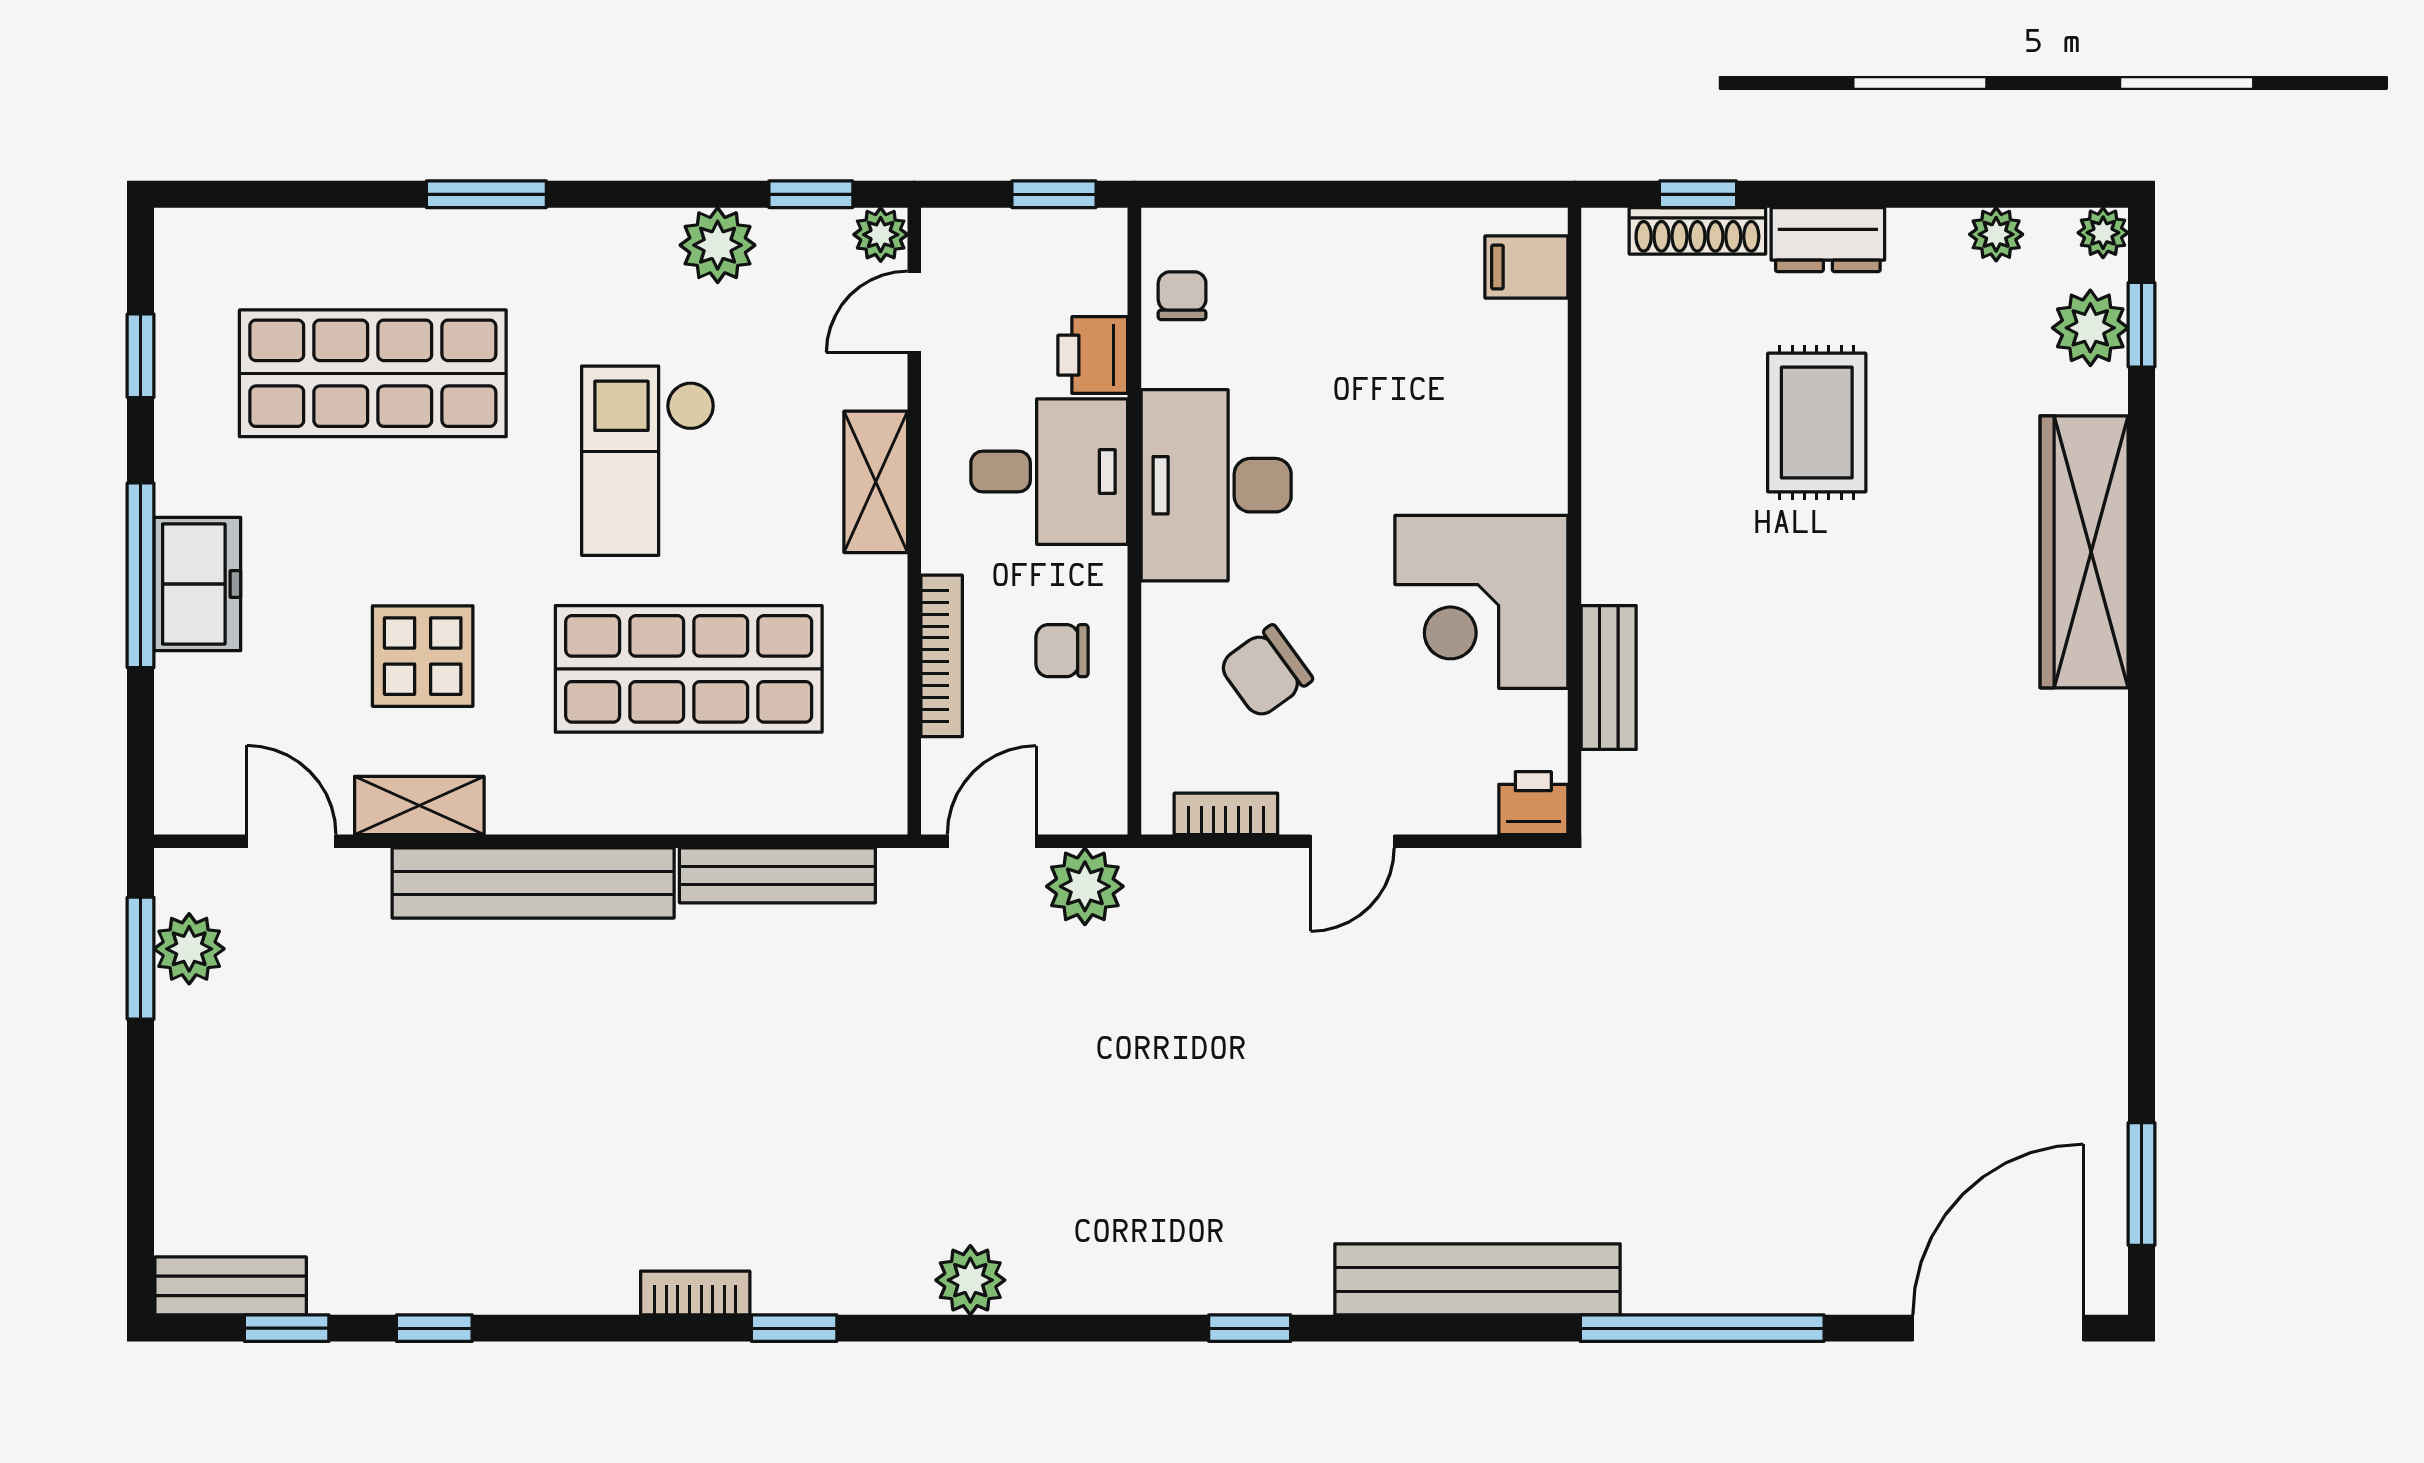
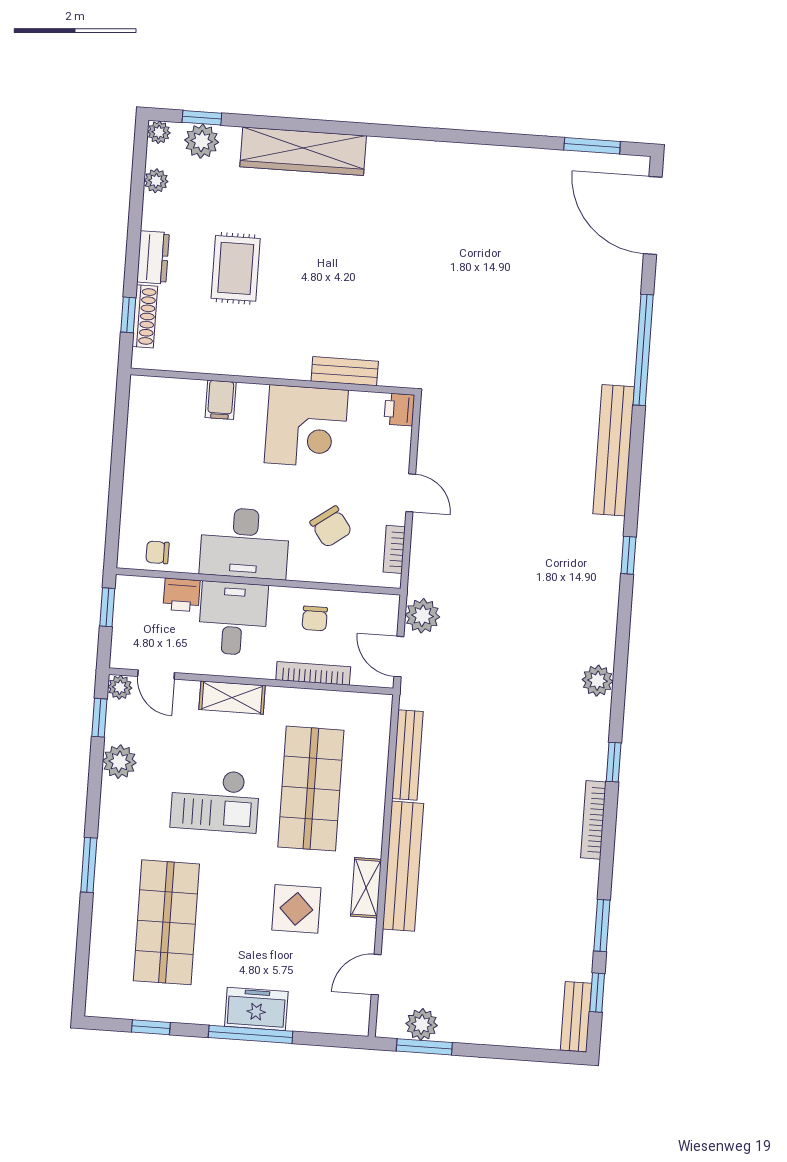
filing cabinet: (1526, 267) -> (221, 400), moved
rug: (1817, 422) -> (236, 268), turned 90
shelving: (419, 805) -> (366, 888), moved
bookcase: (695, 1293) -> (593, 820), width x1.56
window: (434, 1328) -> (602, 925), width x1.50

